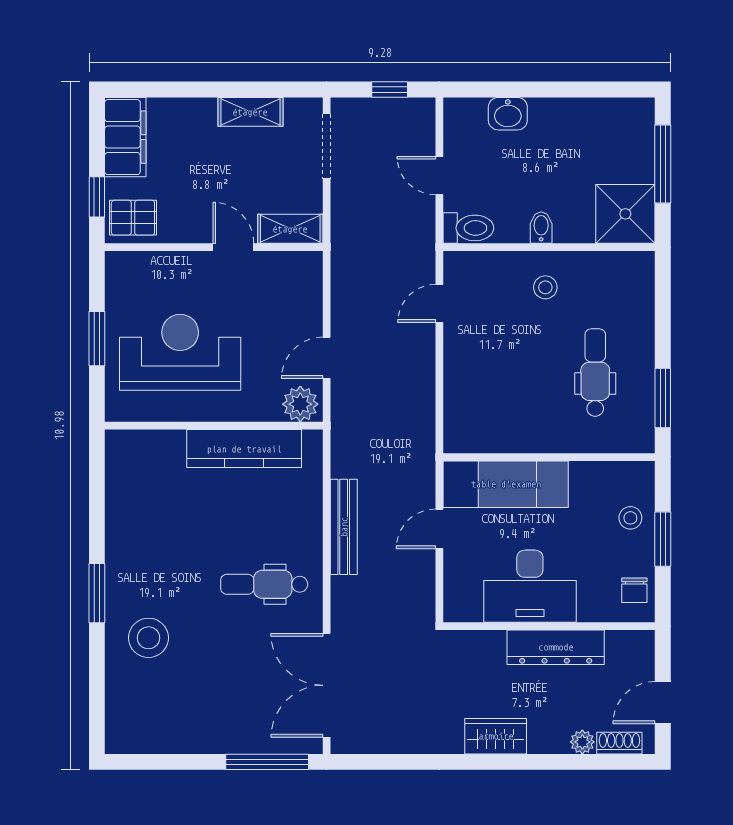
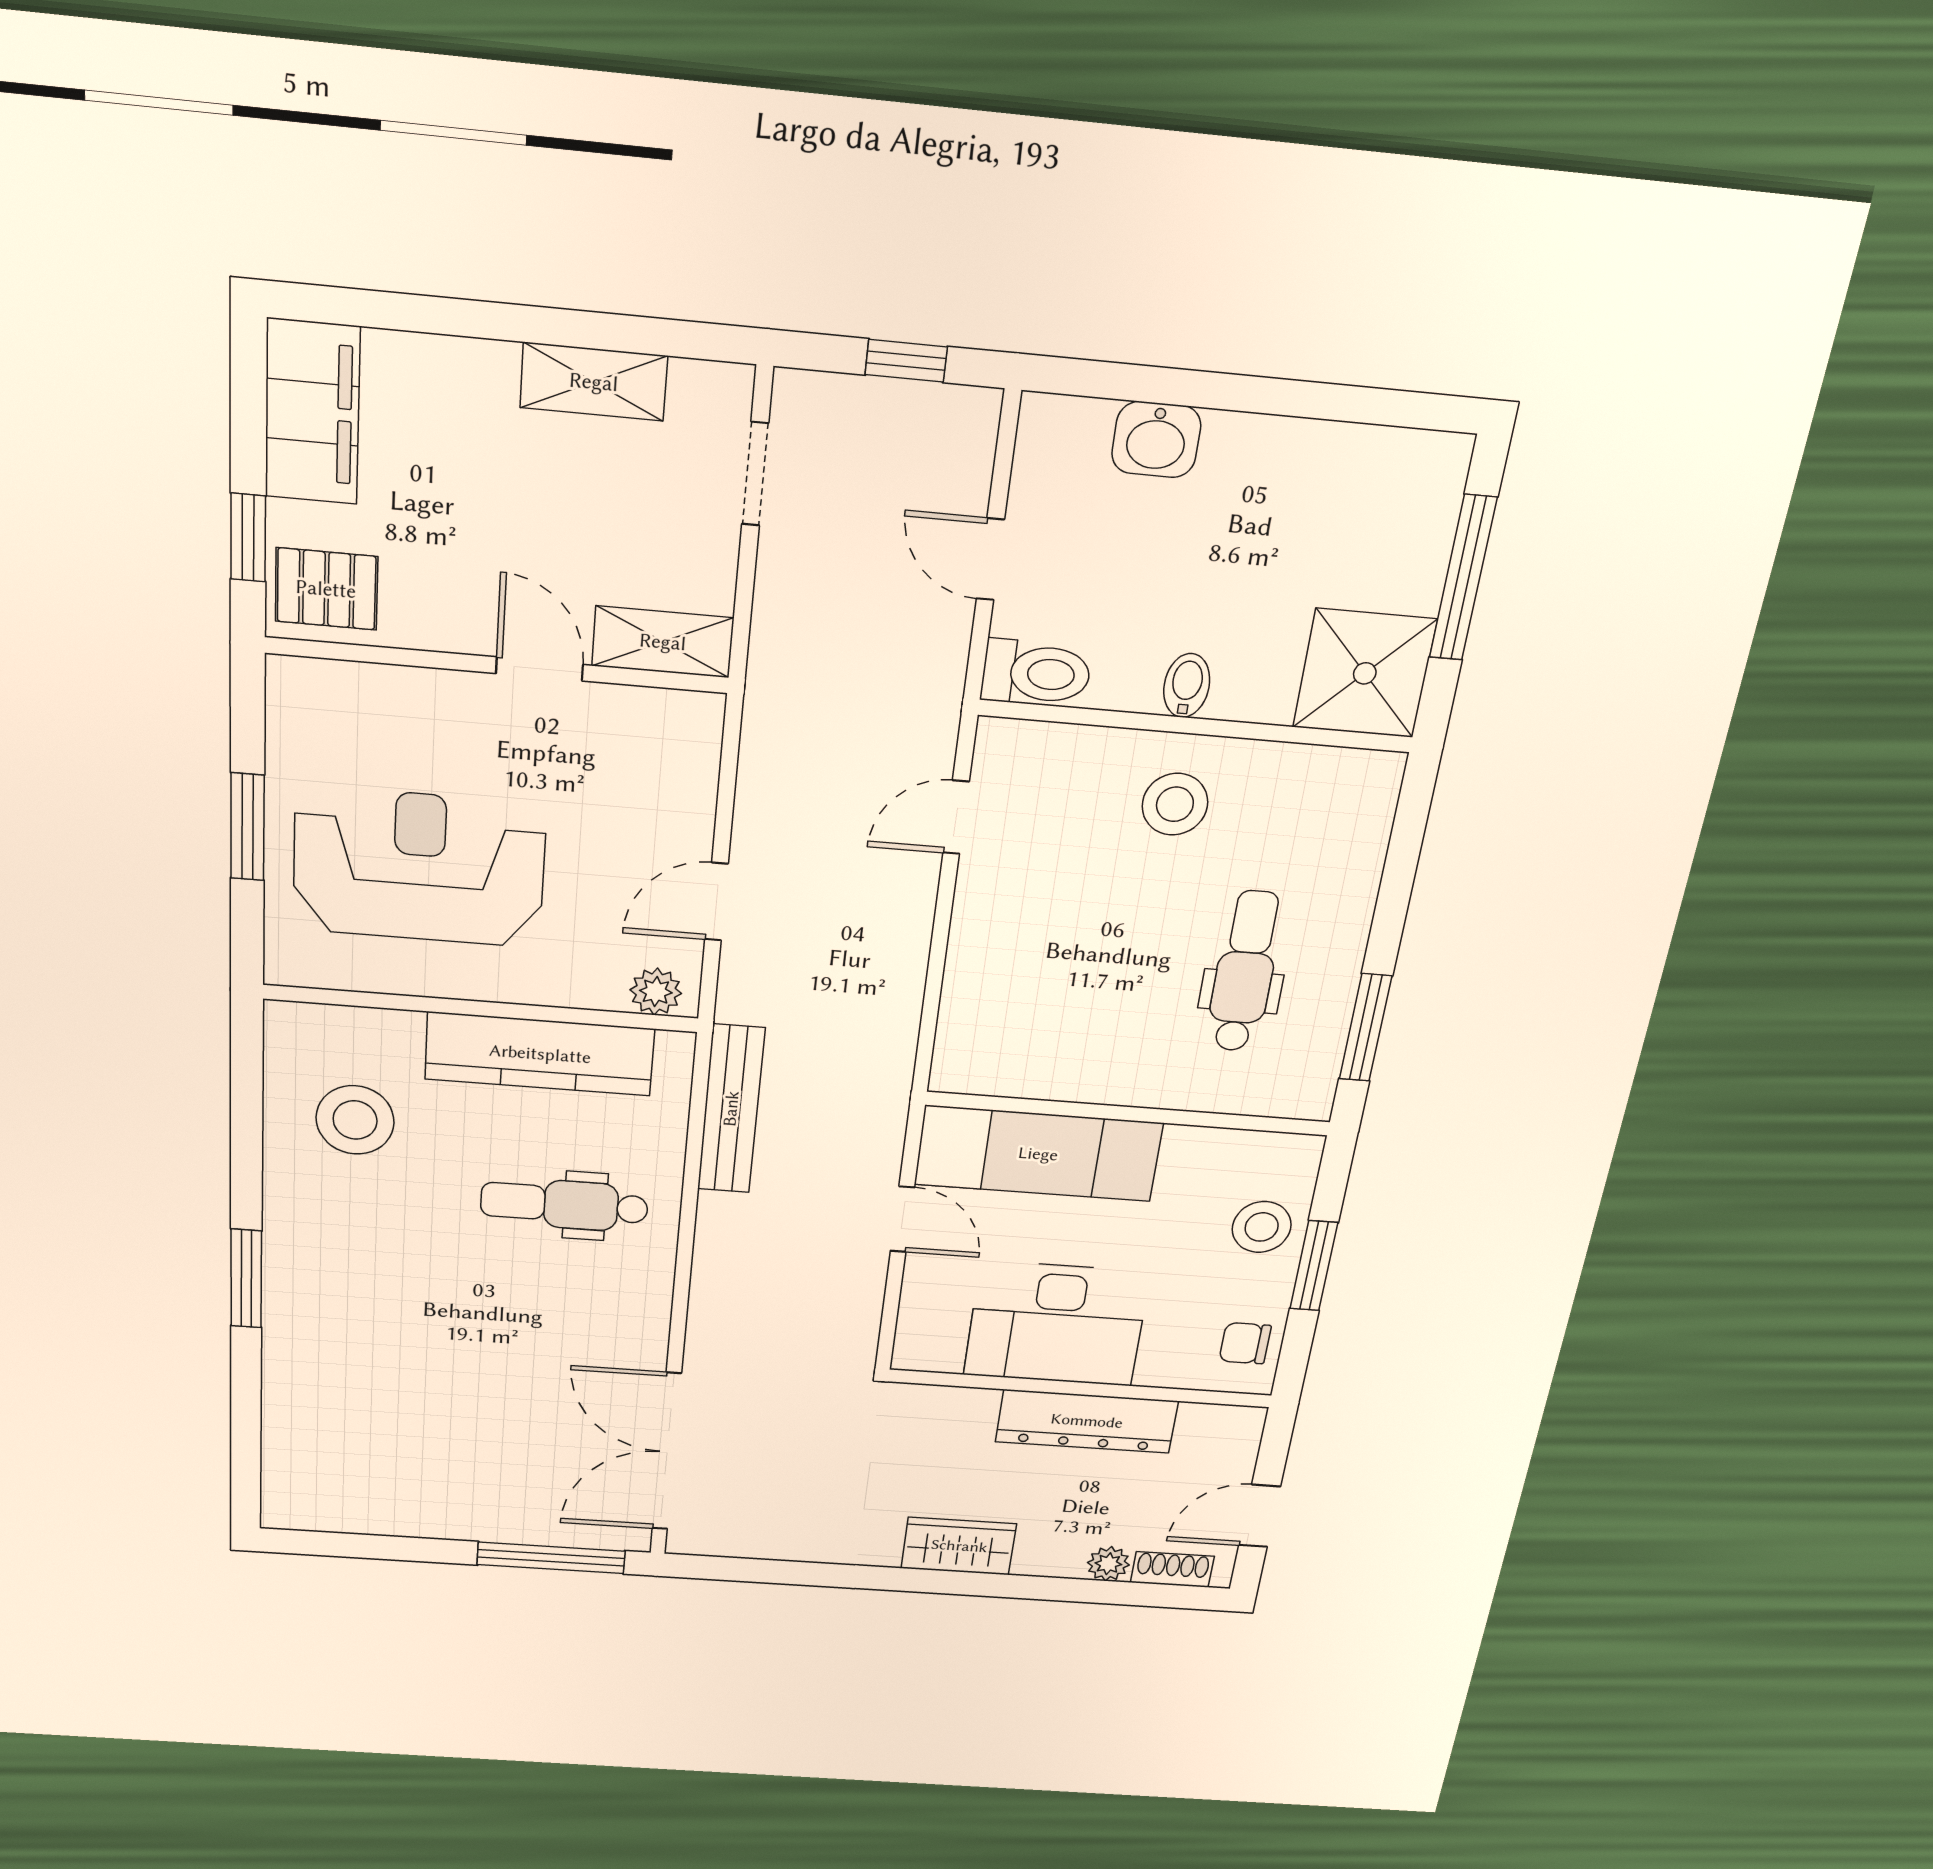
doorway: (327, 146) -> (755, 474), width x0.73
stool: (545, 287) -> (1175, 804), width x1.37, depth x1.37
plant: (300, 404) -> (656, 992), width x0.73, depth x0.73
stool: (630, 518) -> (1262, 1227), width x1.37, depth x1.37
bench: (344, 527) -> (731, 1109), moved
door: (439, 529) -> (902, 1219), swing flipped
dental chair: (264, 584) -> (564, 1204), moved
chair: (634, 590) -> (1245, 1343), turned 90
stool: (148, 638) -> (355, 1120), moved

